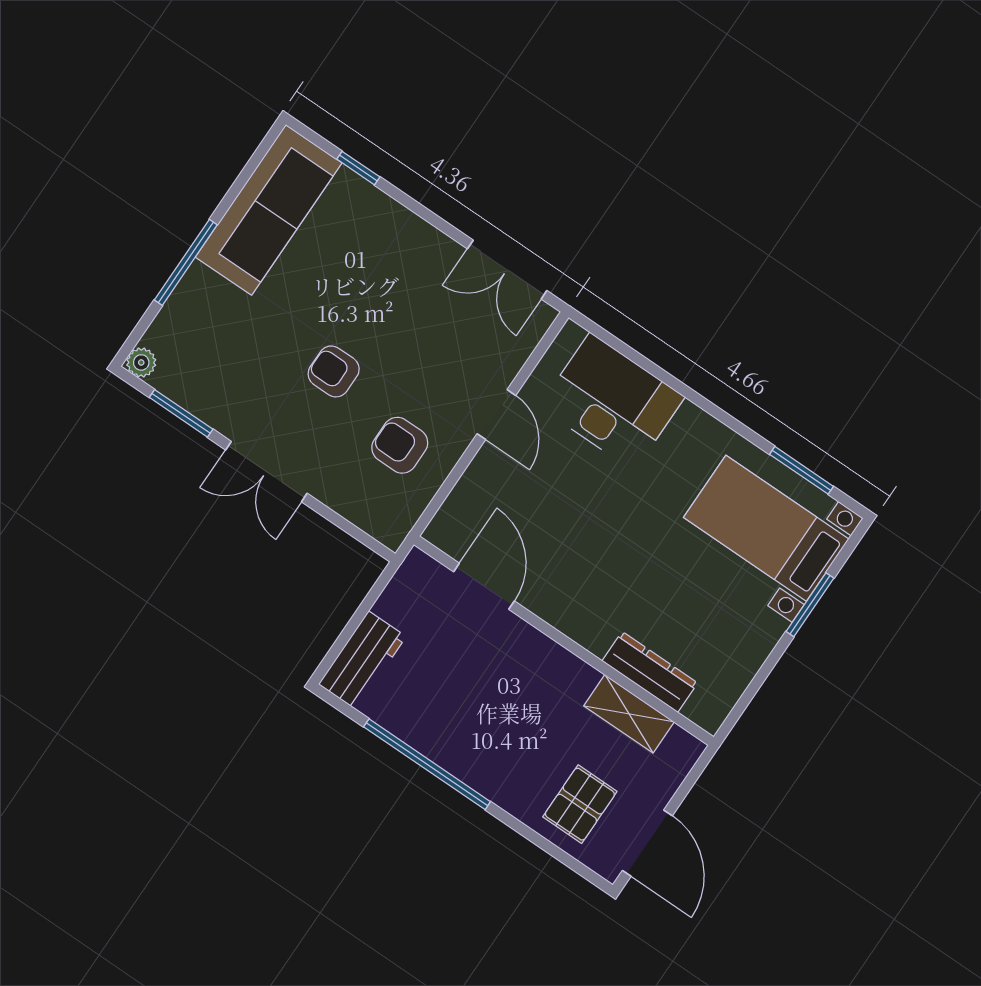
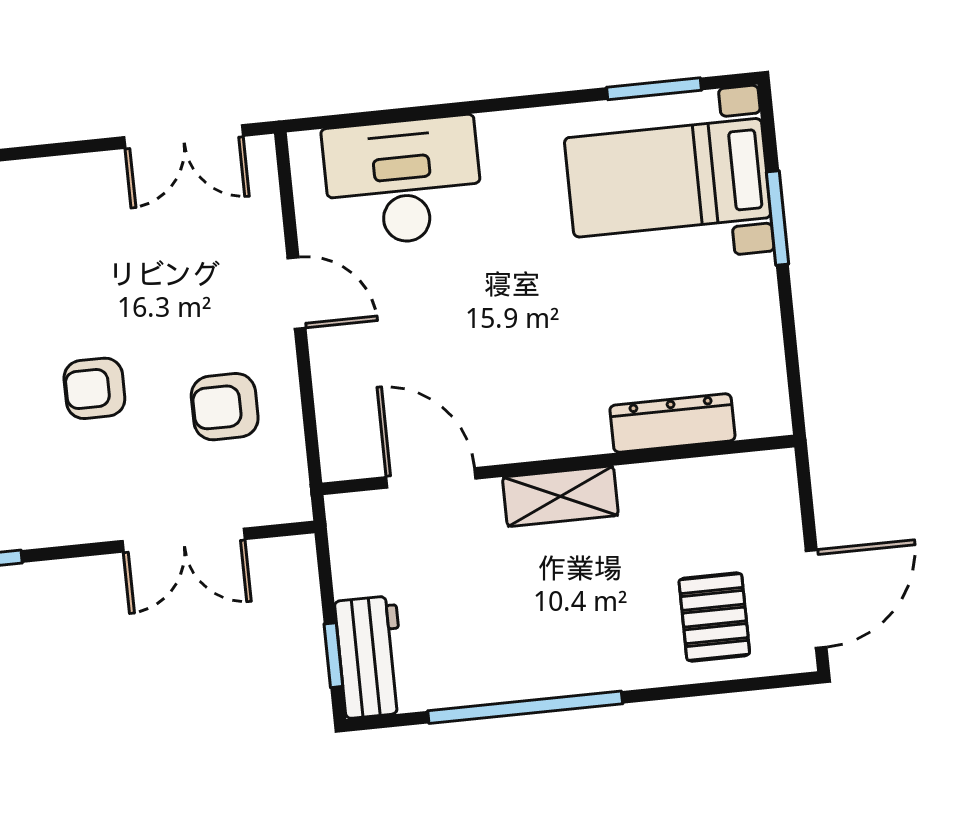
double door: (266, 472) -> (184, 540), moved
window: (342, 641) -> (333, 655), added
shelving: (629, 714) -> (560, 496), moved
door: (647, 843) -> (816, 599), hinge flipped

